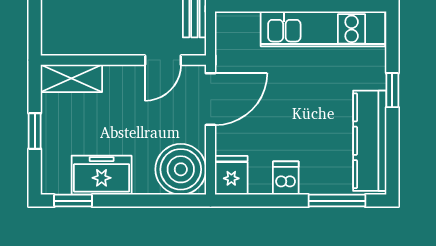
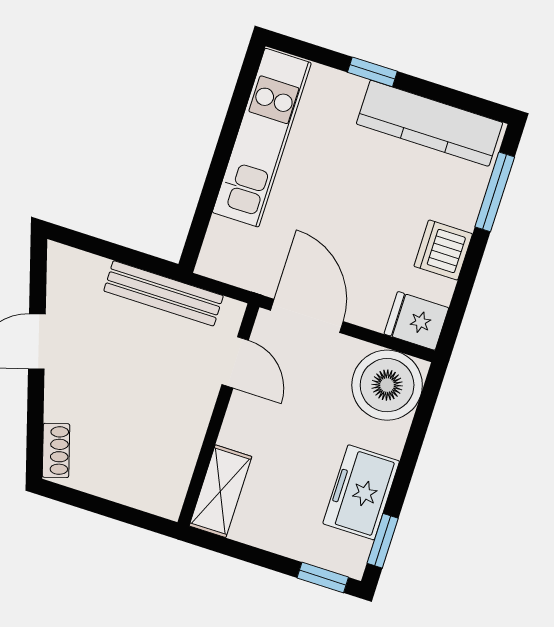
window: (35, 131) -> (323, 578), moved
dishwasher: (286, 178) -> (443, 250), width x1.38

